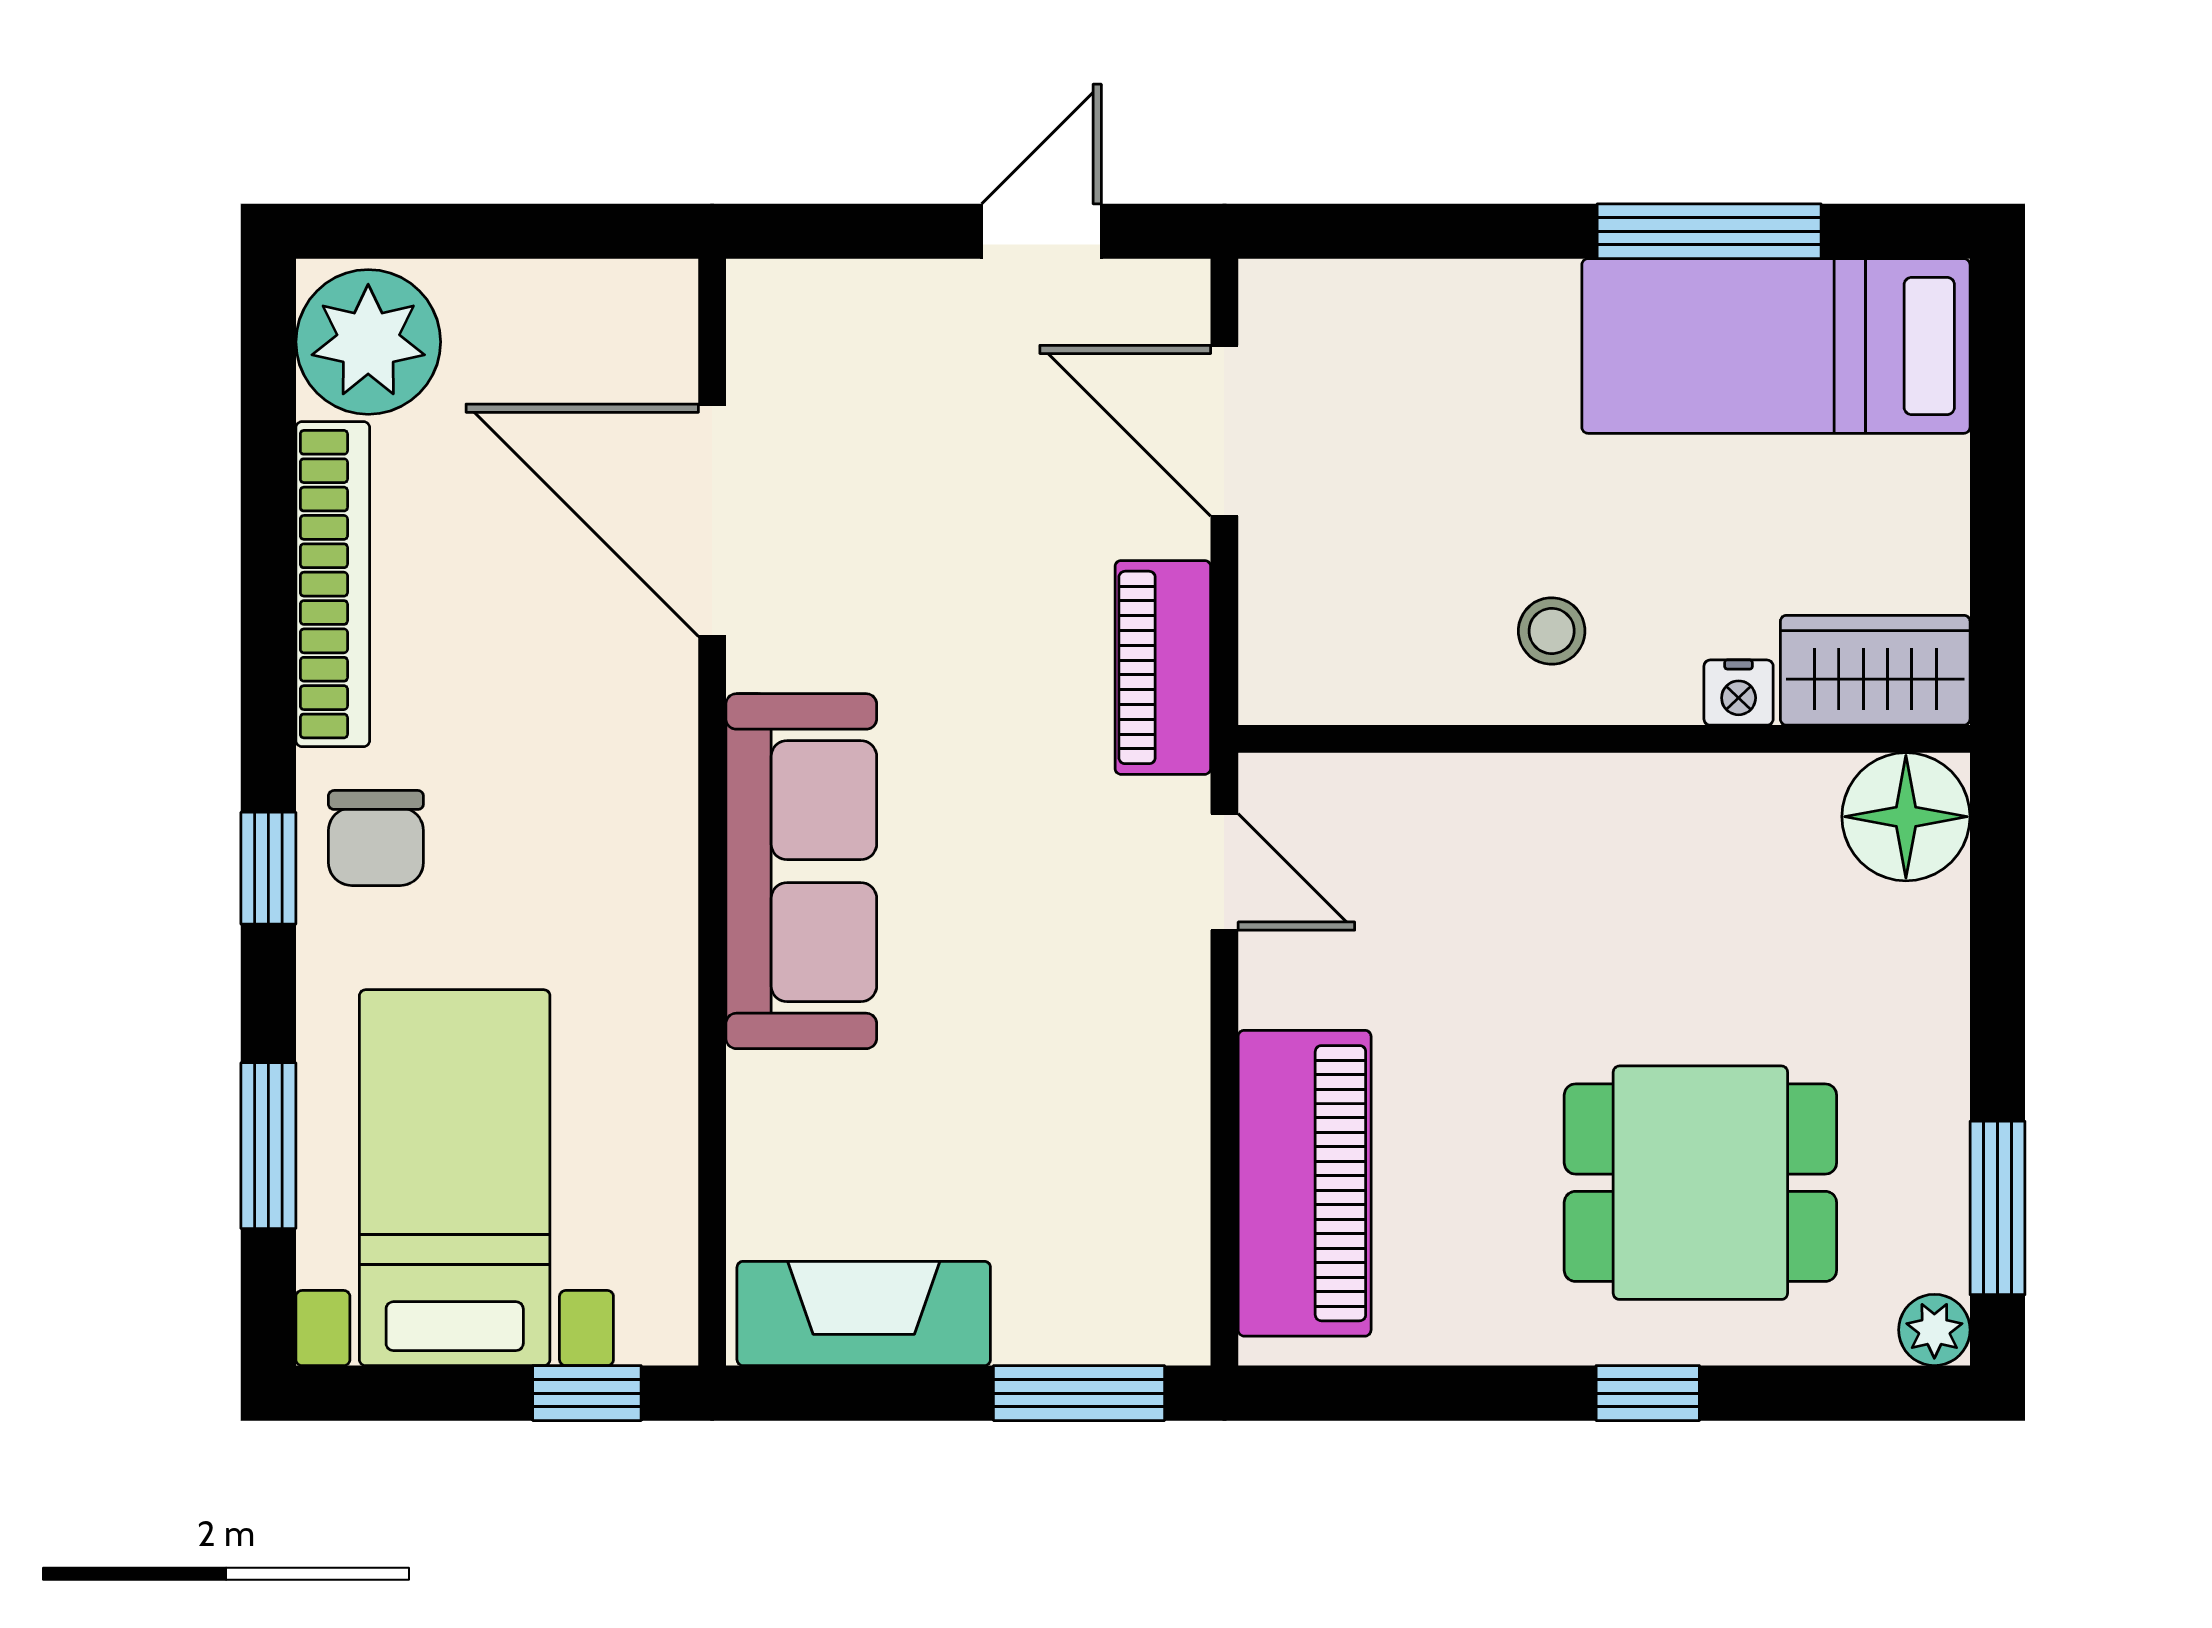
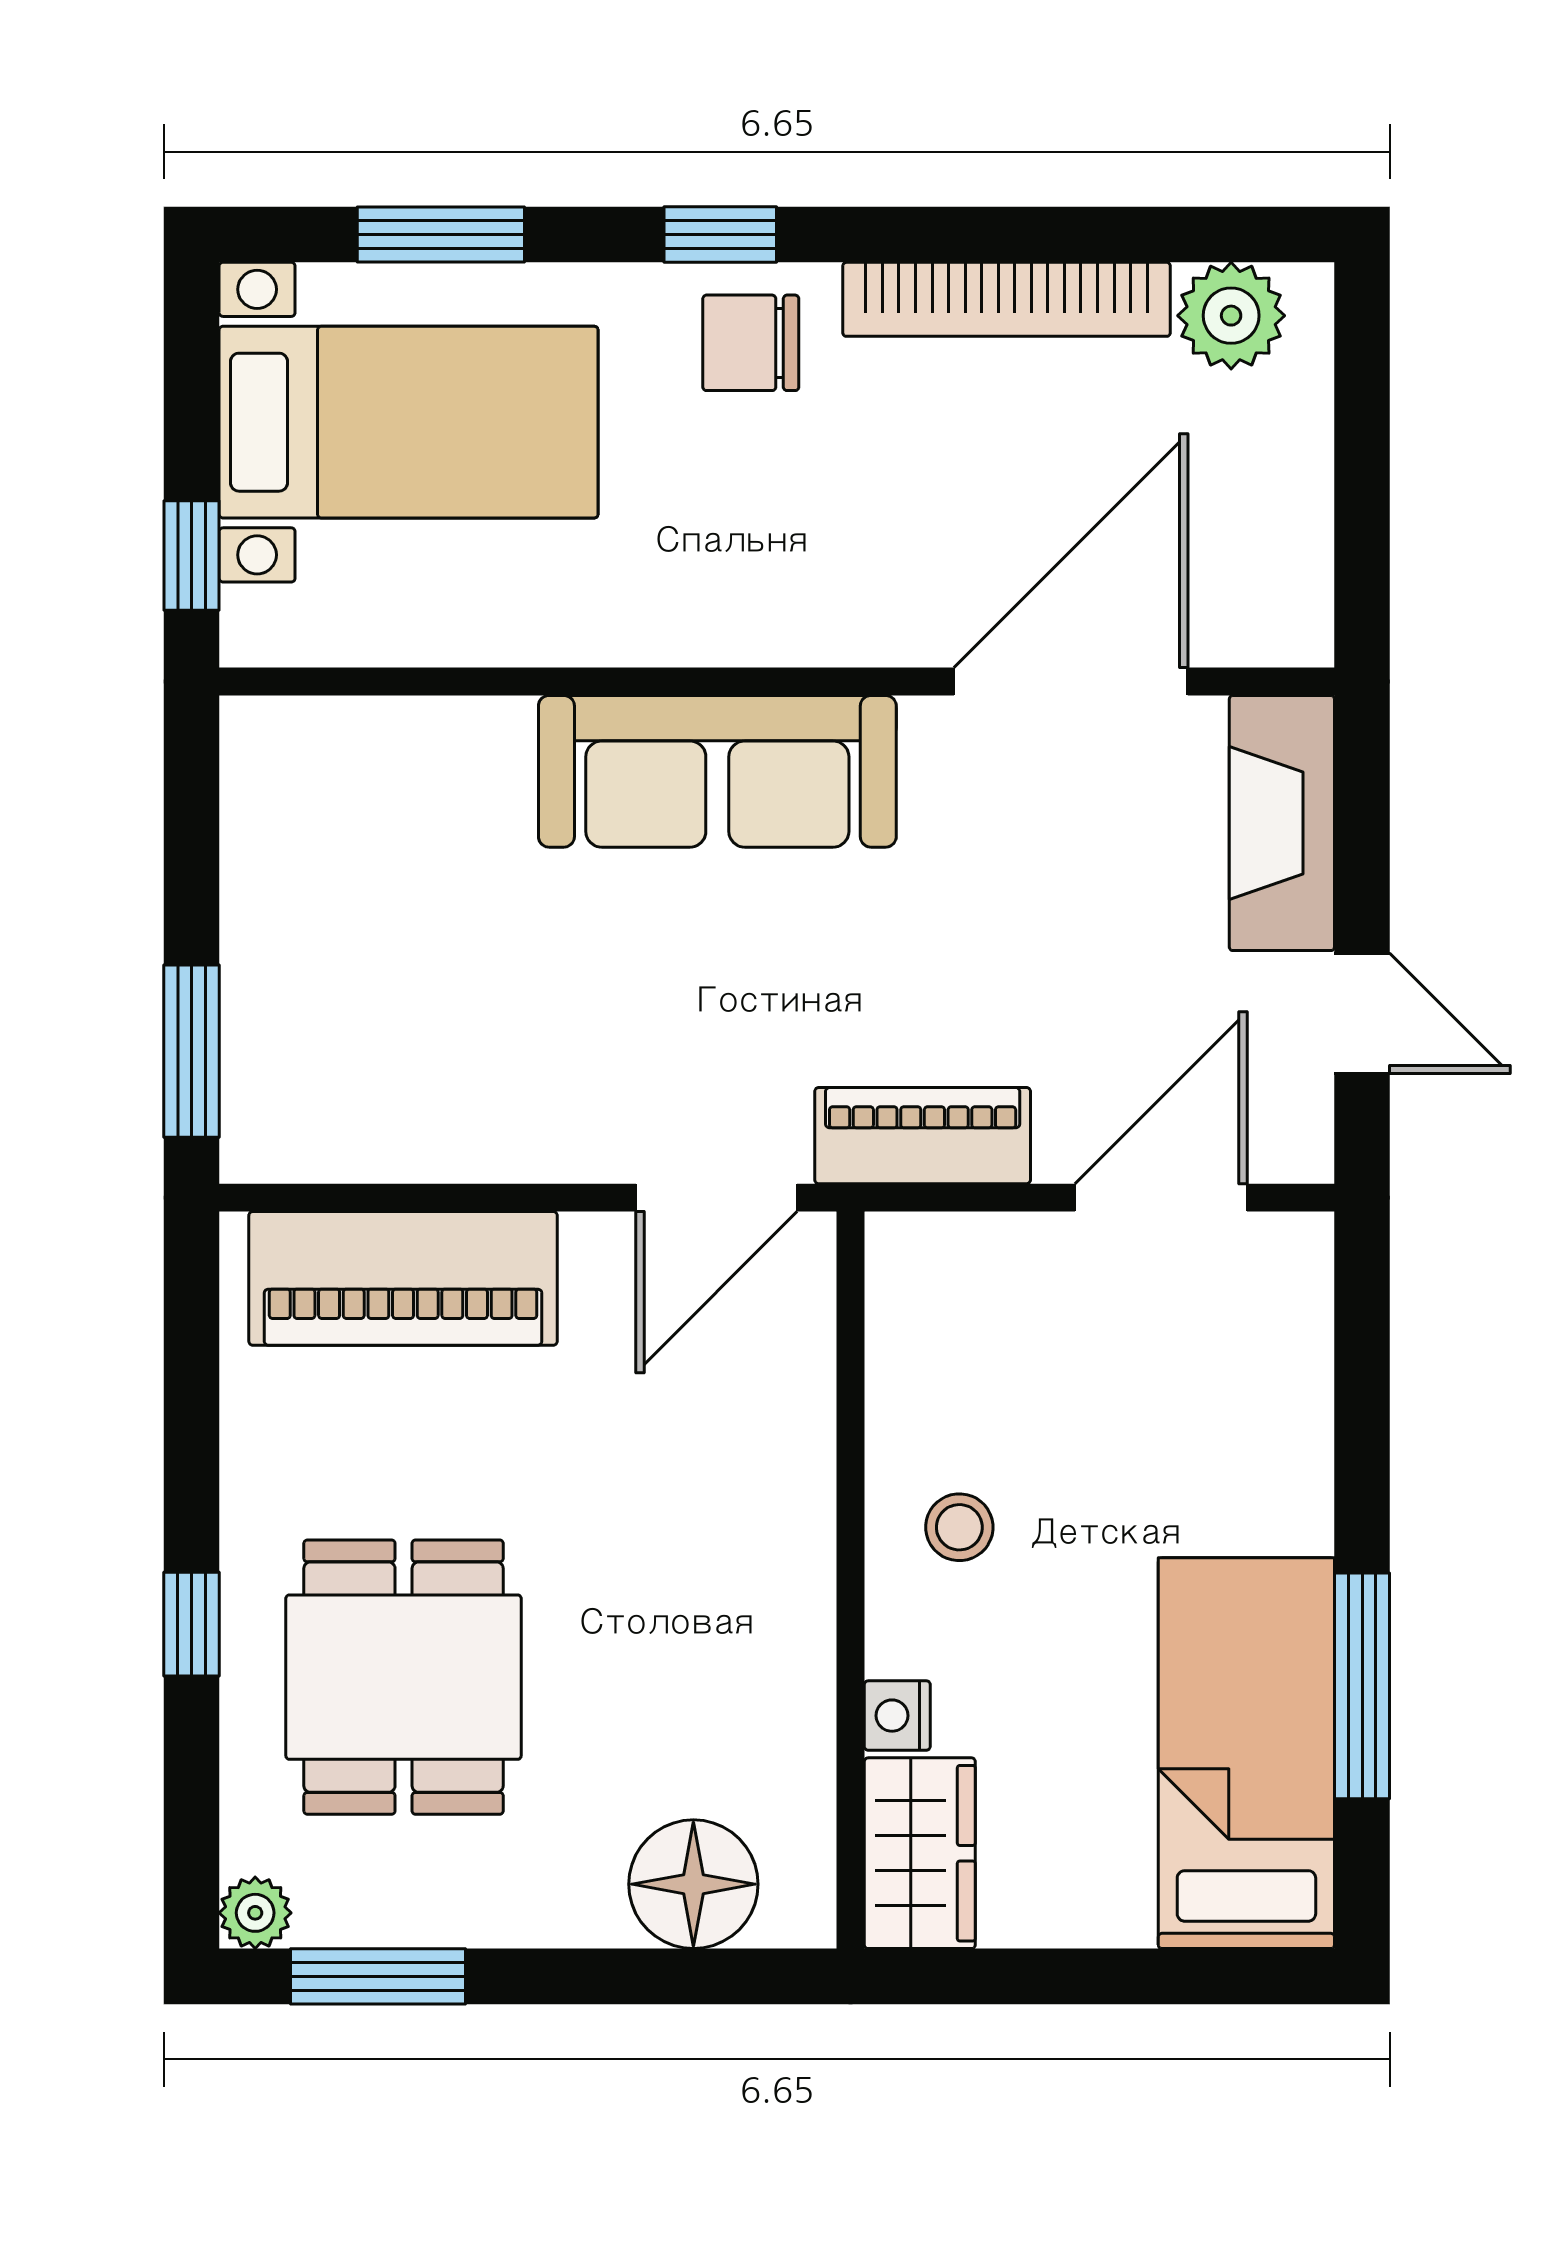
plant: (368, 342) -> (1231, 316), width x0.73, depth x0.73
floor lamp: (1906, 817) -> (693, 1884), moved
door: (1224, 872) -> (717, 1198), width x1.38
fireplace: (864, 1313) -> (1282, 823), moved, turned 180

